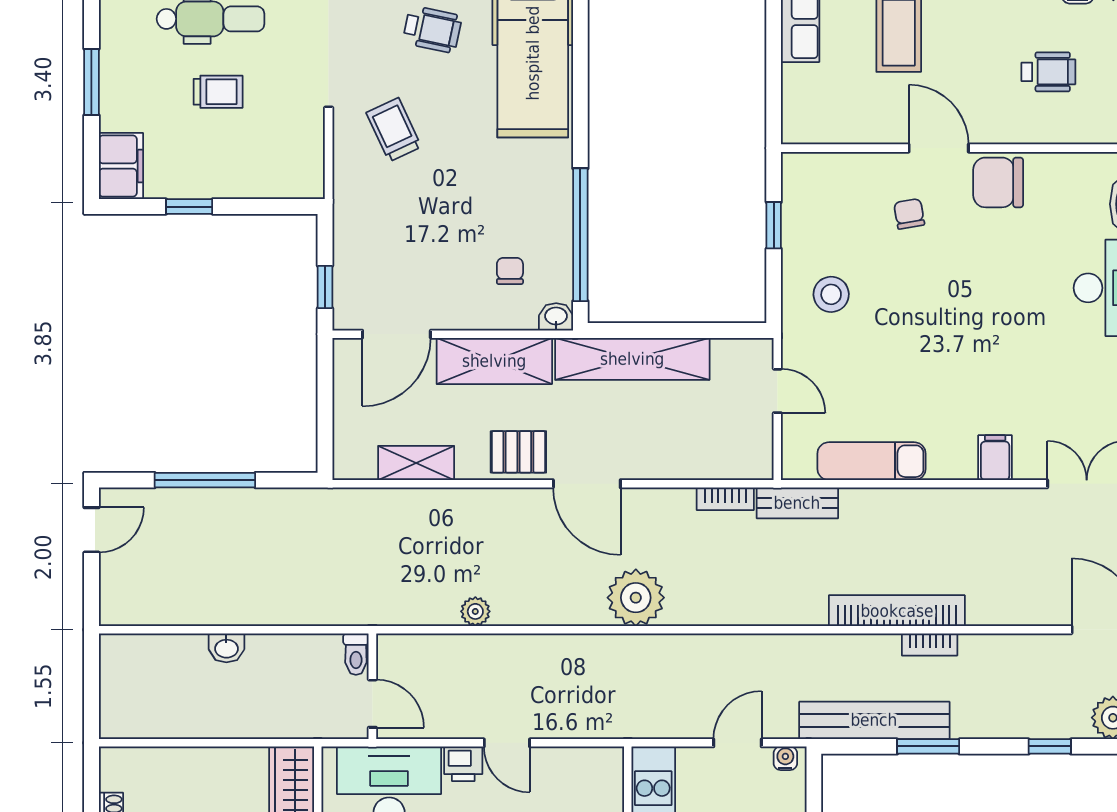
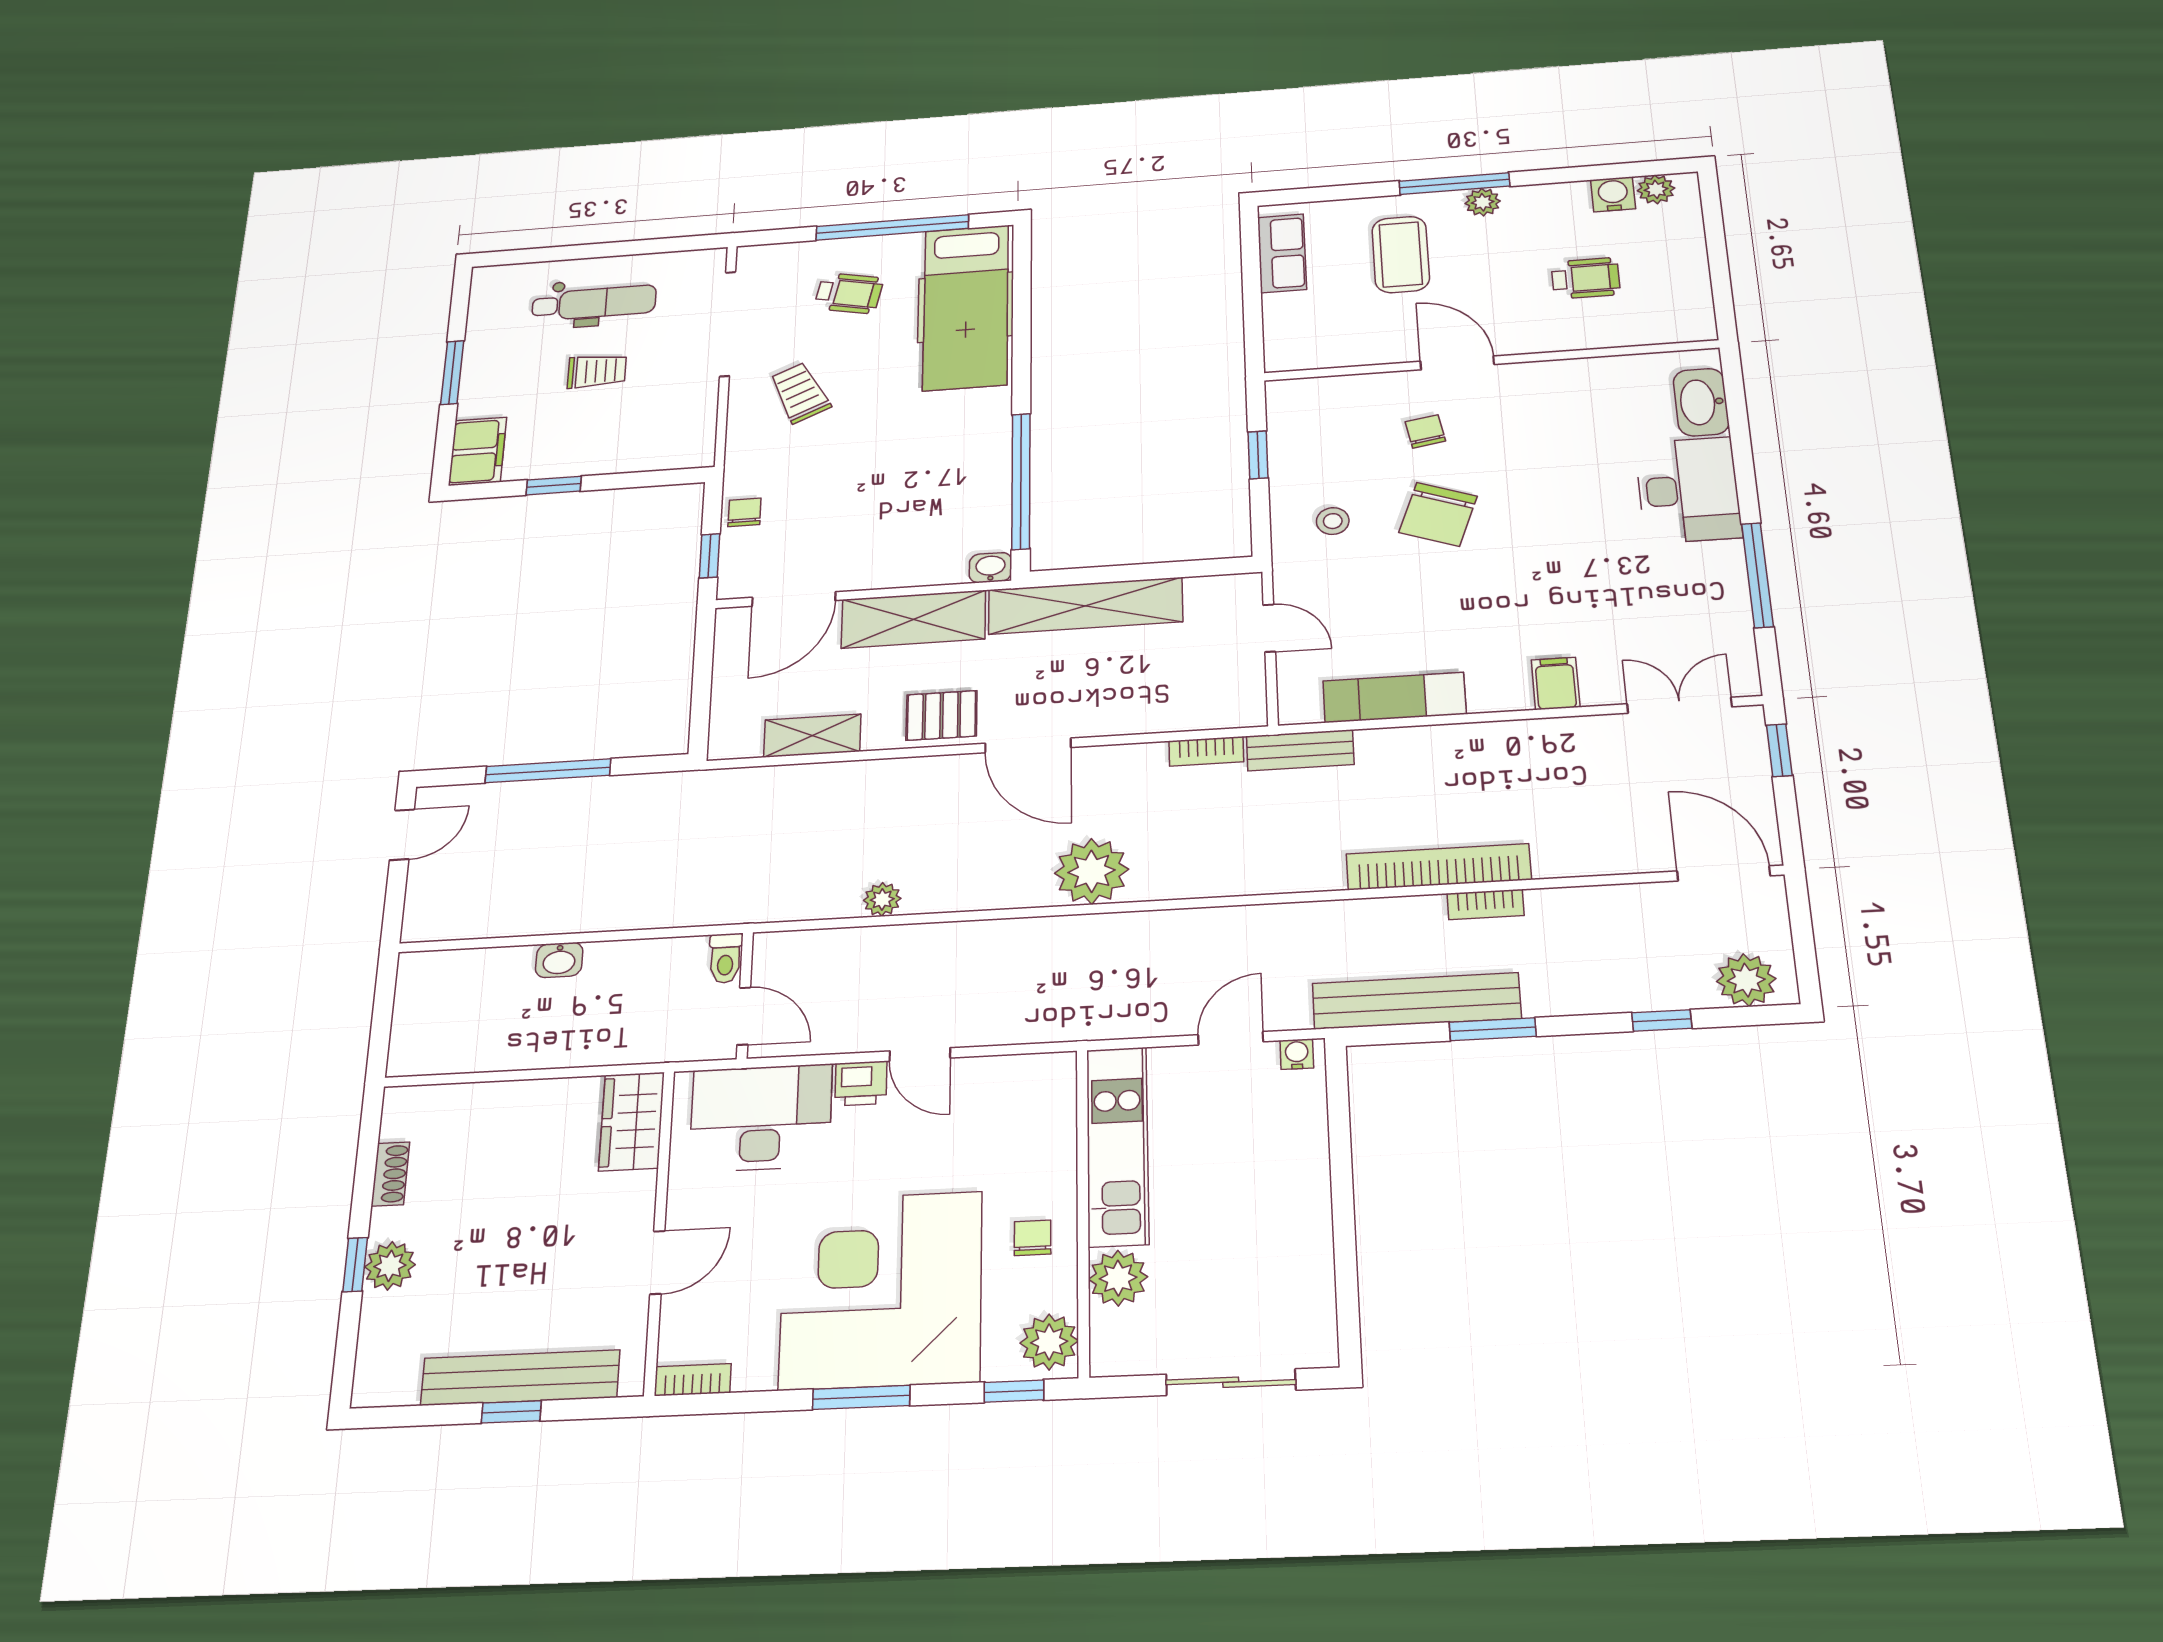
chair: (998, 182) -> (1438, 514), moved, turned -70
chair: (510, 271) -> (744, 512), moved
stool: (831, 294) -> (1333, 521), width x0.73, depth x0.73

